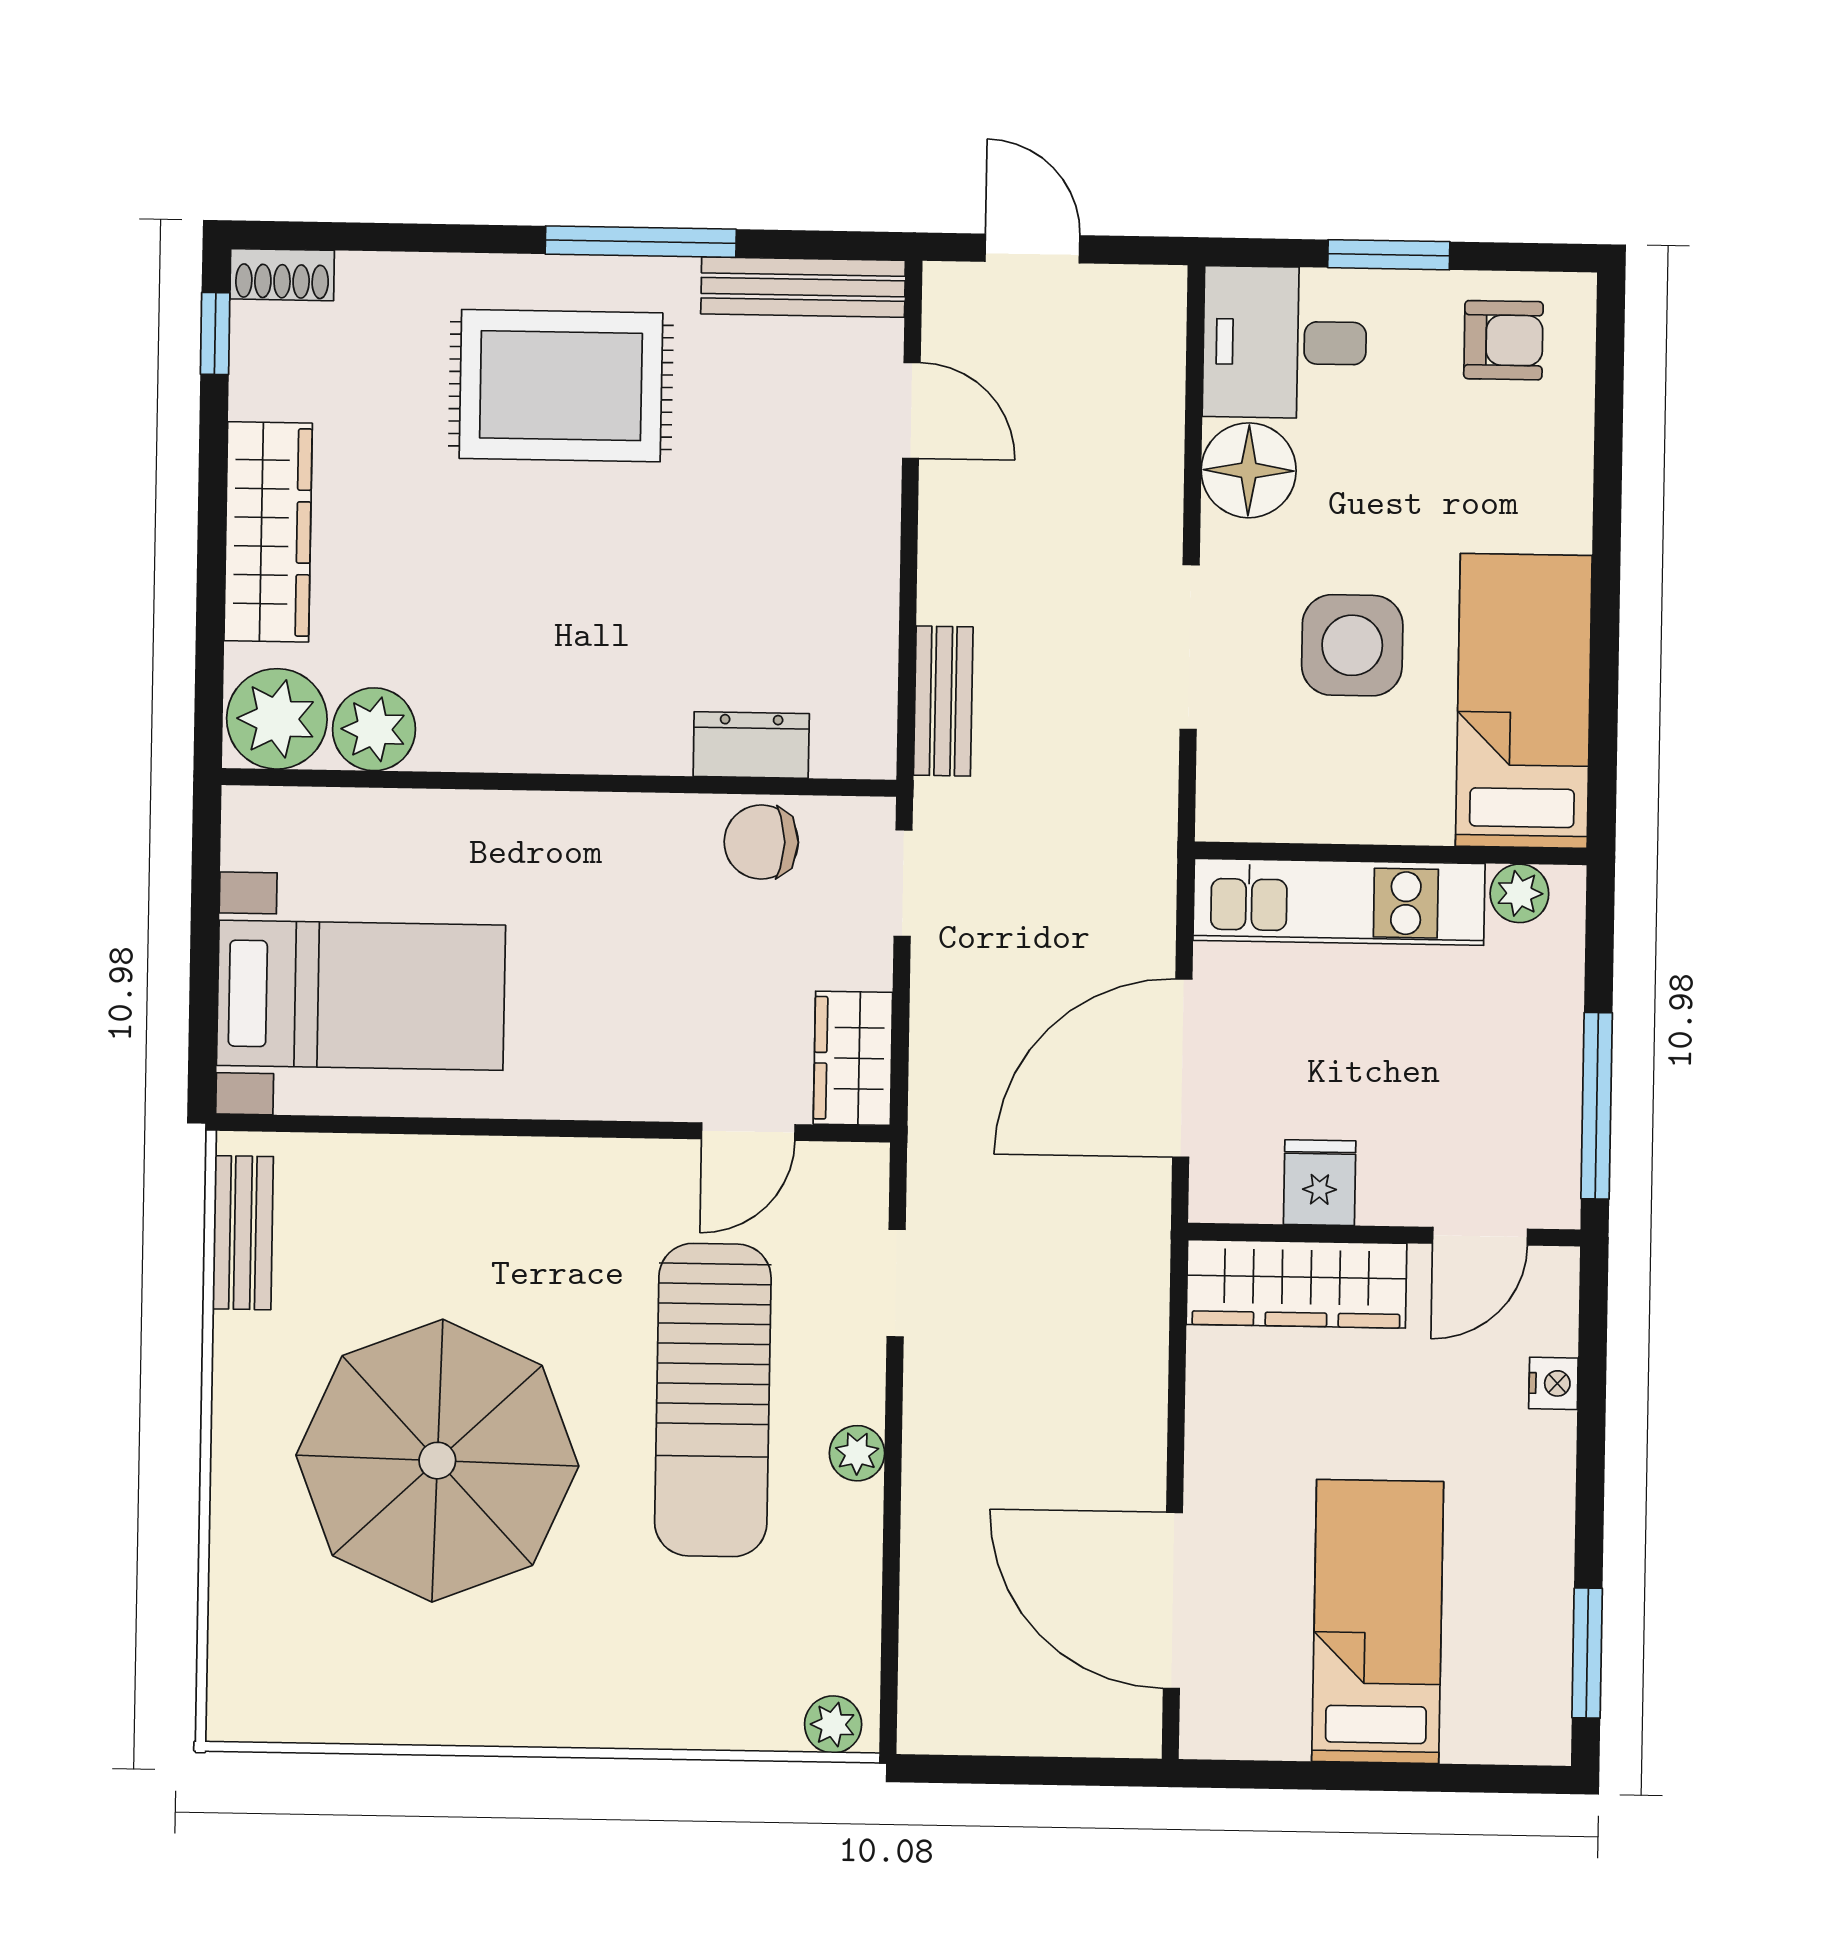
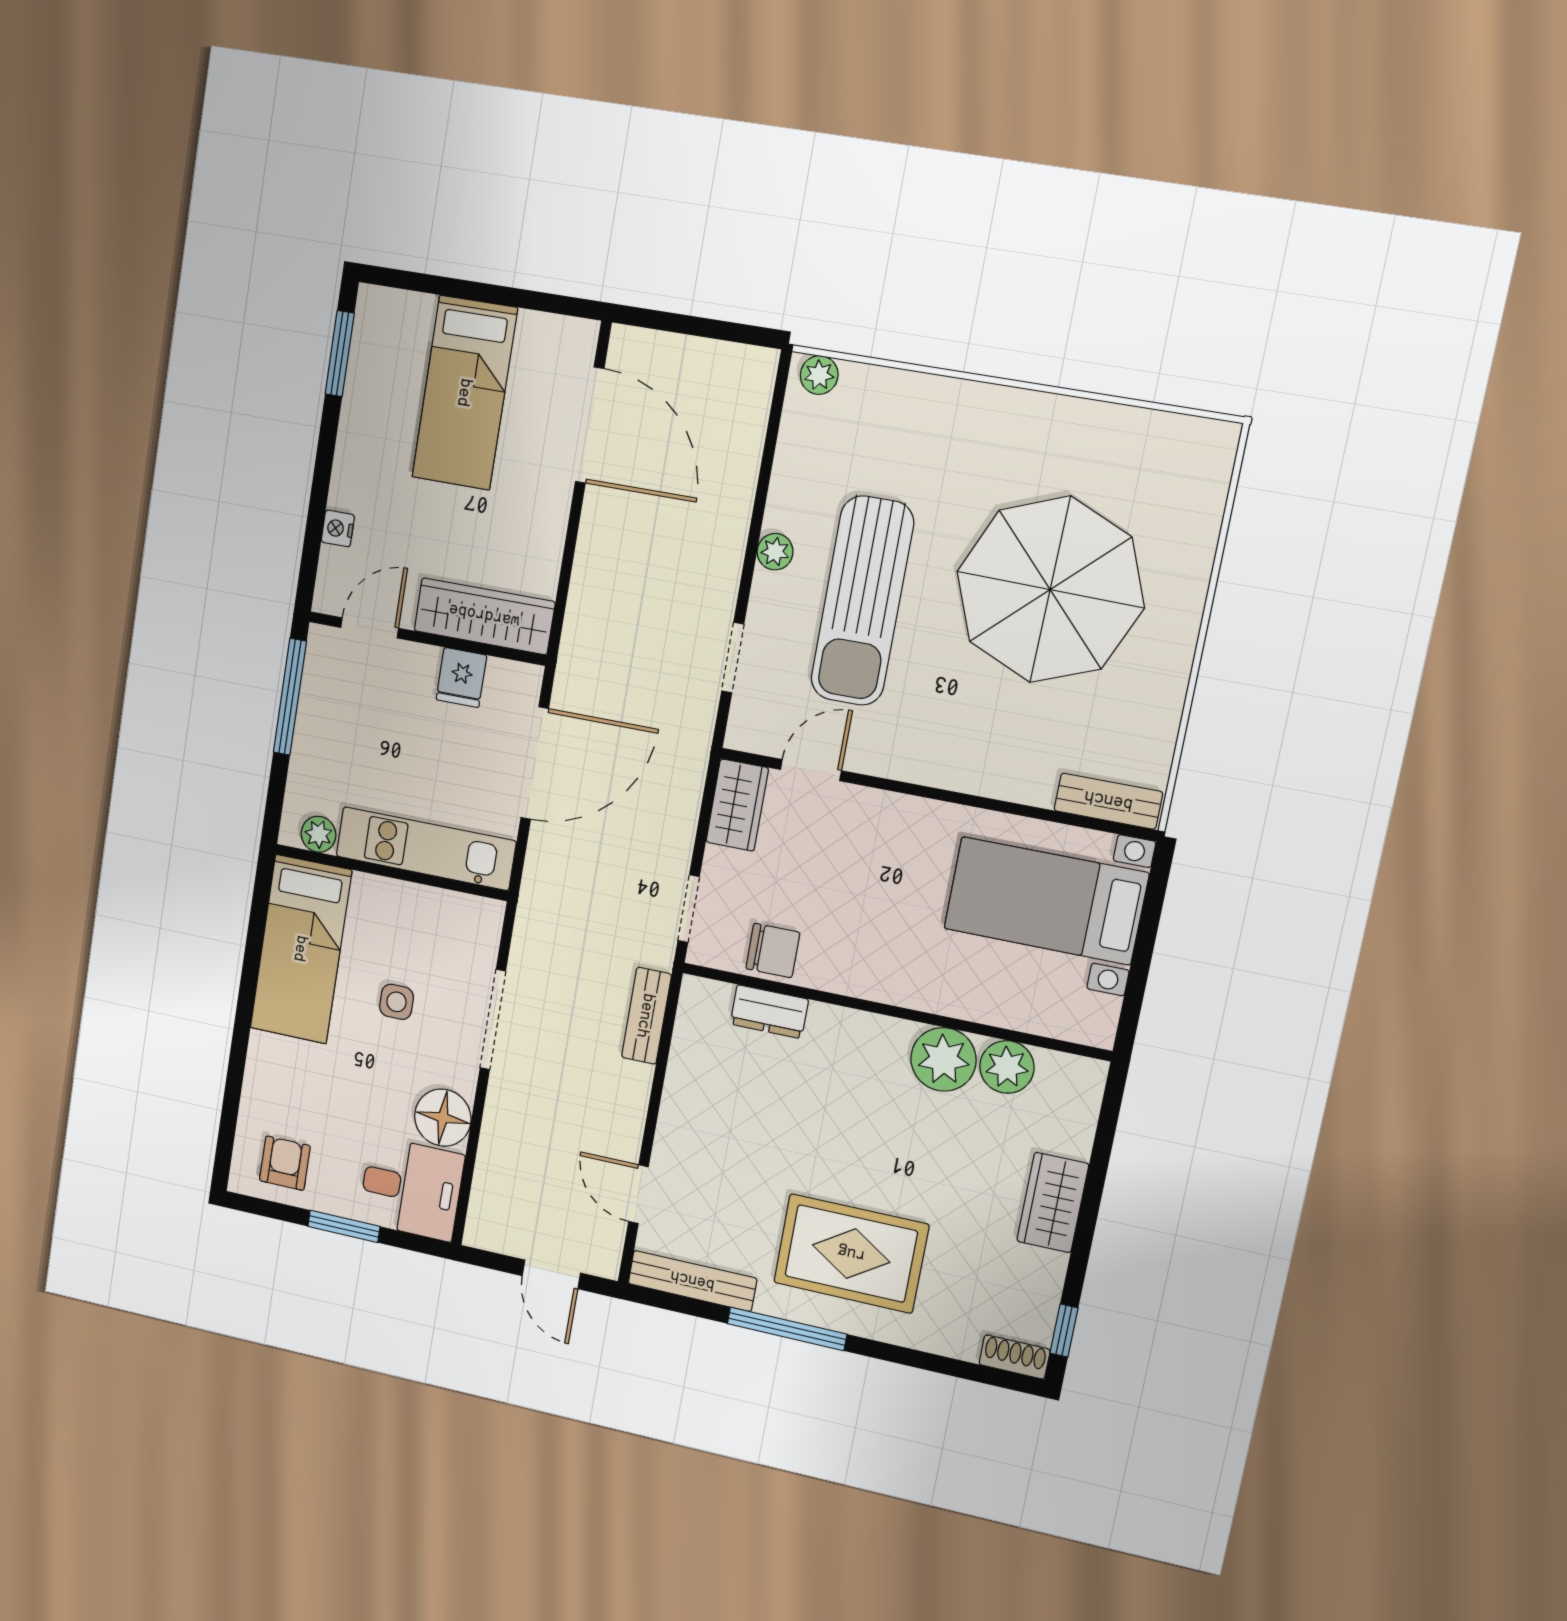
armchair: (1503, 340) -> (285, 1163), turned 90
wardrobe: (268, 532) -> (1053, 1203), width x0.67
side table: (1352, 645) -> (397, 1002), width x0.54, depth x0.54
plant: (277, 719) -> (943, 1059), moved
bench: (243, 1233) -> (1108, 801), moved, turned 90
sun lounger: (713, 1400) -> (862, 601), turned 180

